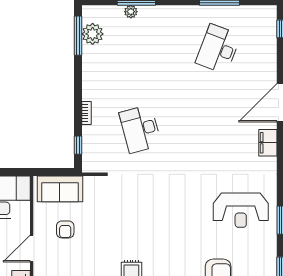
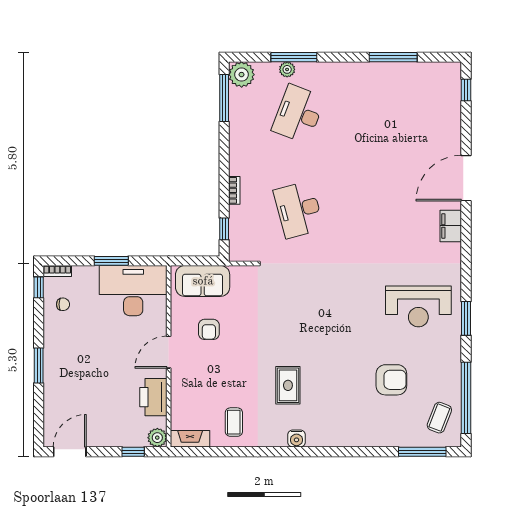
plant: (93, 34) -> (242, 75), moved
desk: (218, 49) -> (299, 114), moved

